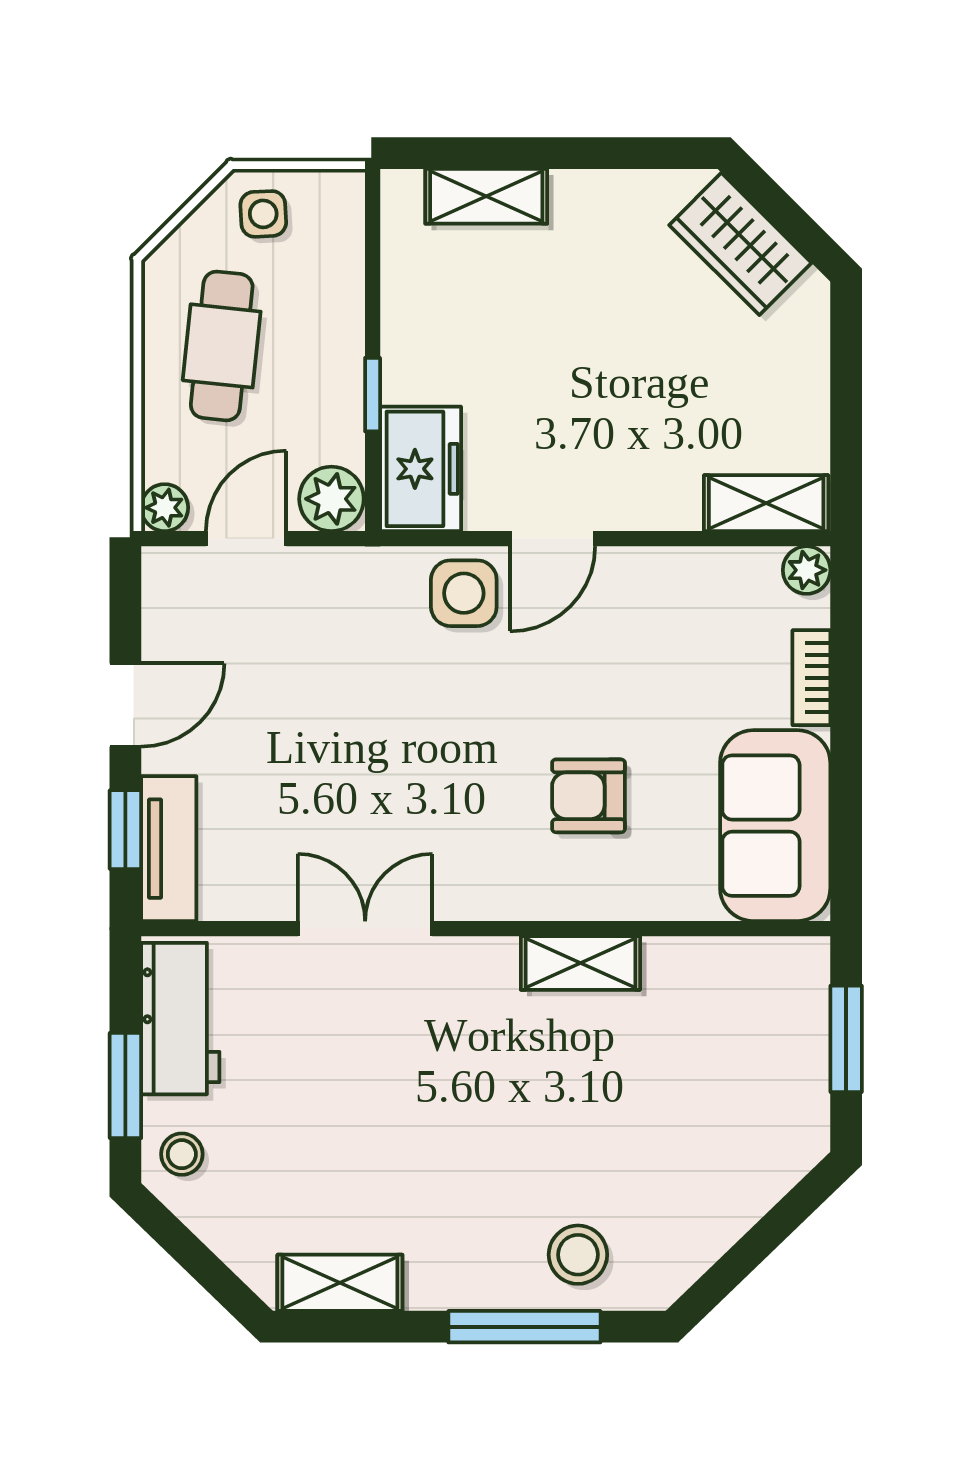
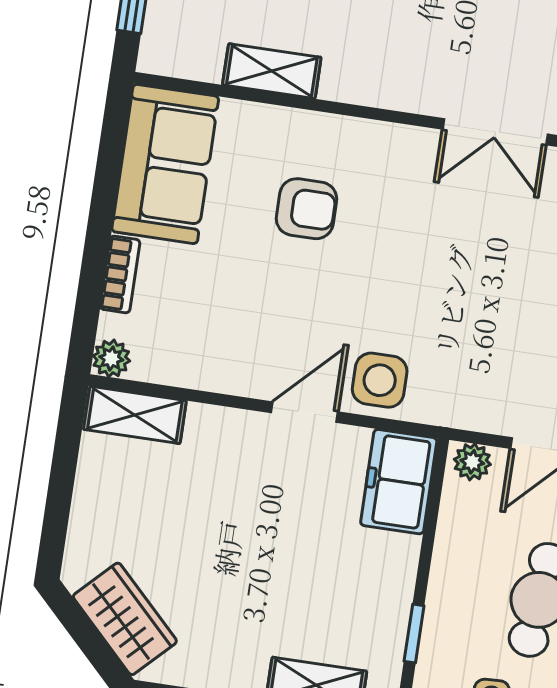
window: (373, 395) -> (414, 633), moved
plant: (331, 499) -> (472, 462), width x0.73, depth x0.73
shelving: (580, 963) -> (272, 71), moved

